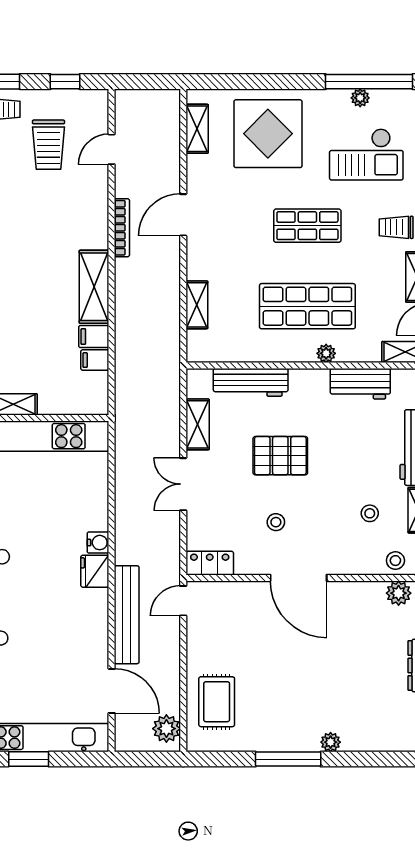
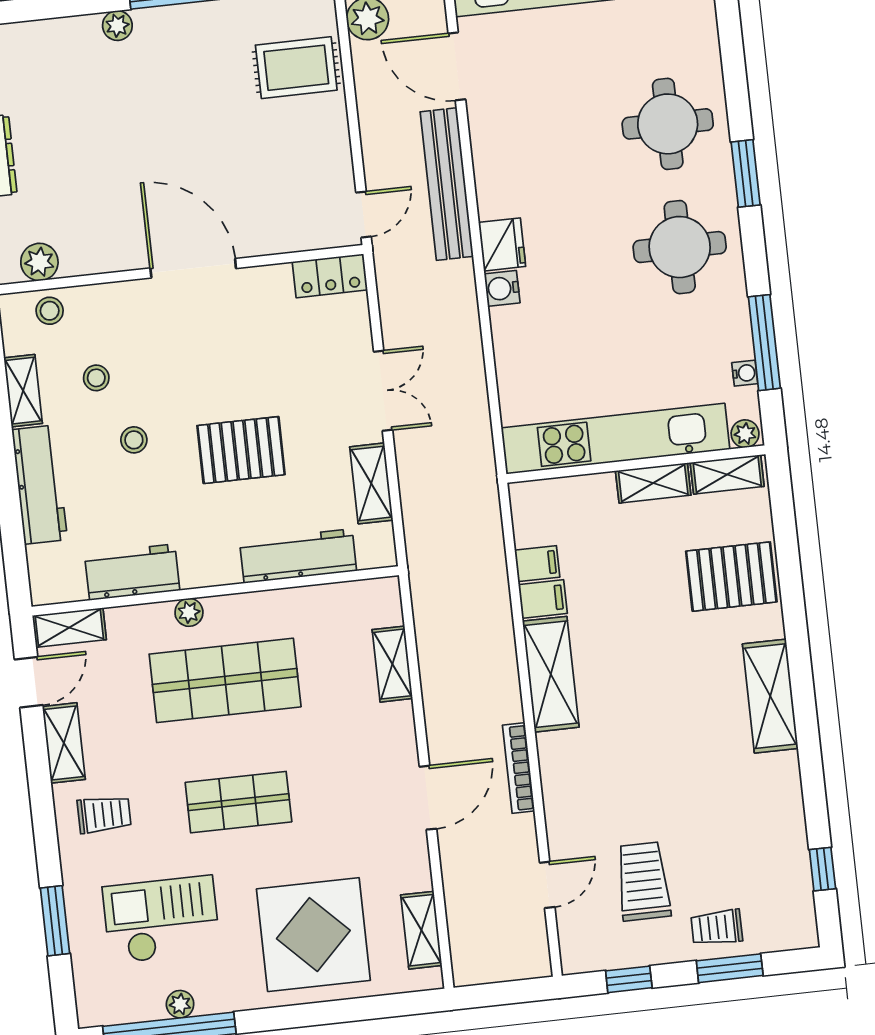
stool: (276, 522) -> (134, 440), moved
rug: (217, 702) -> (296, 68), turned 90

